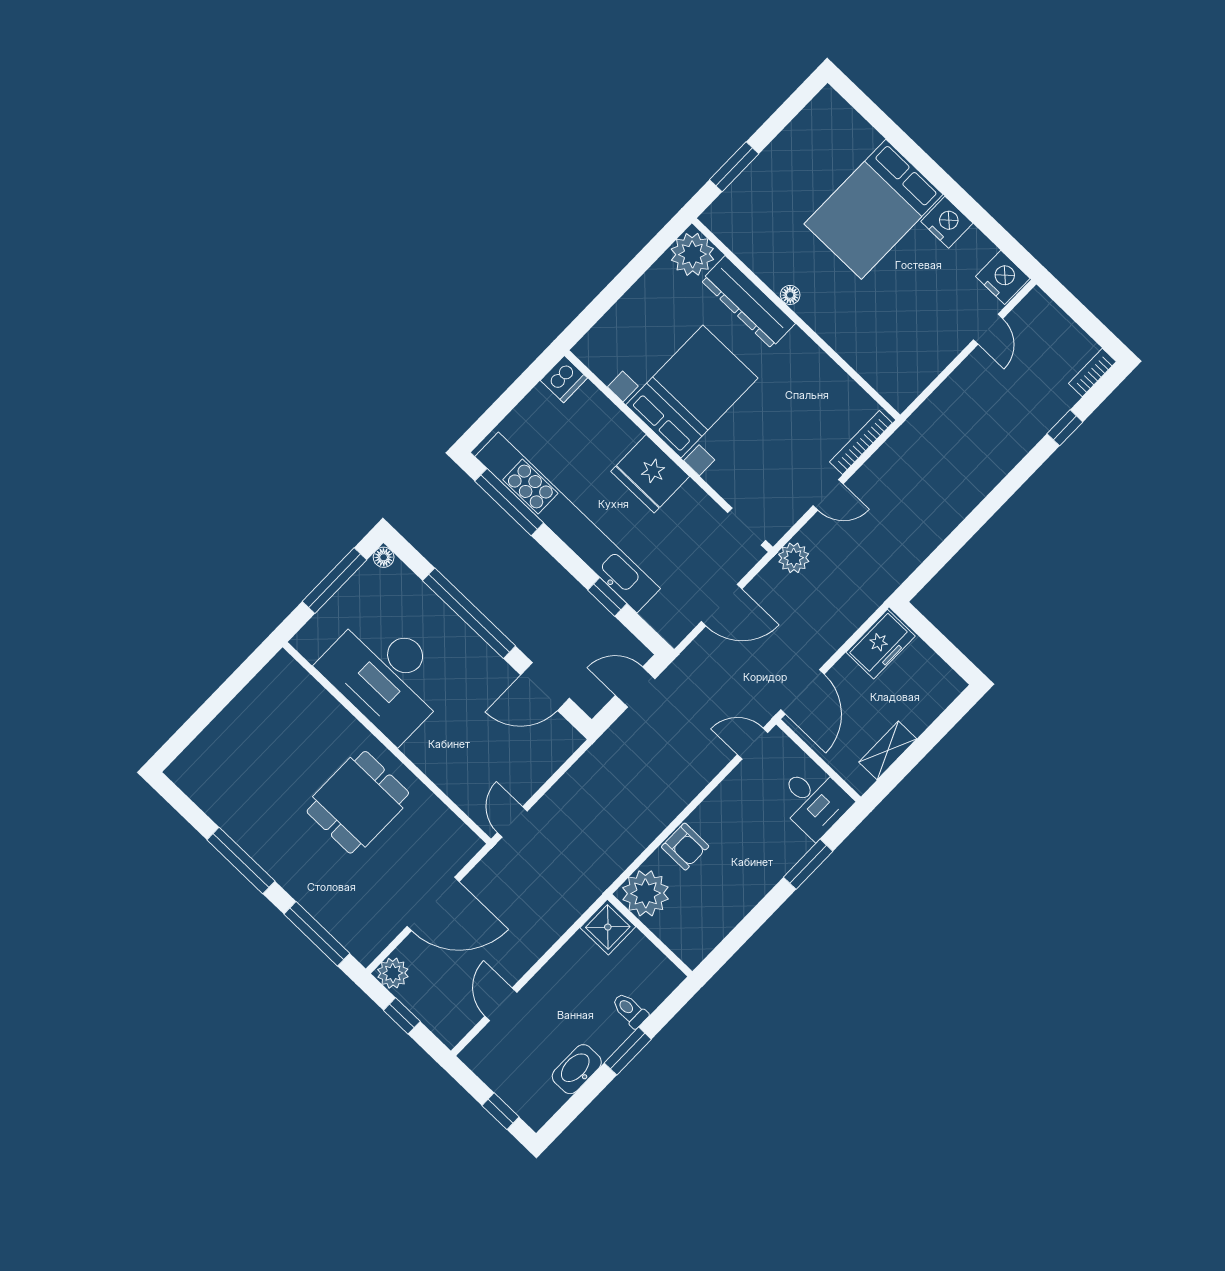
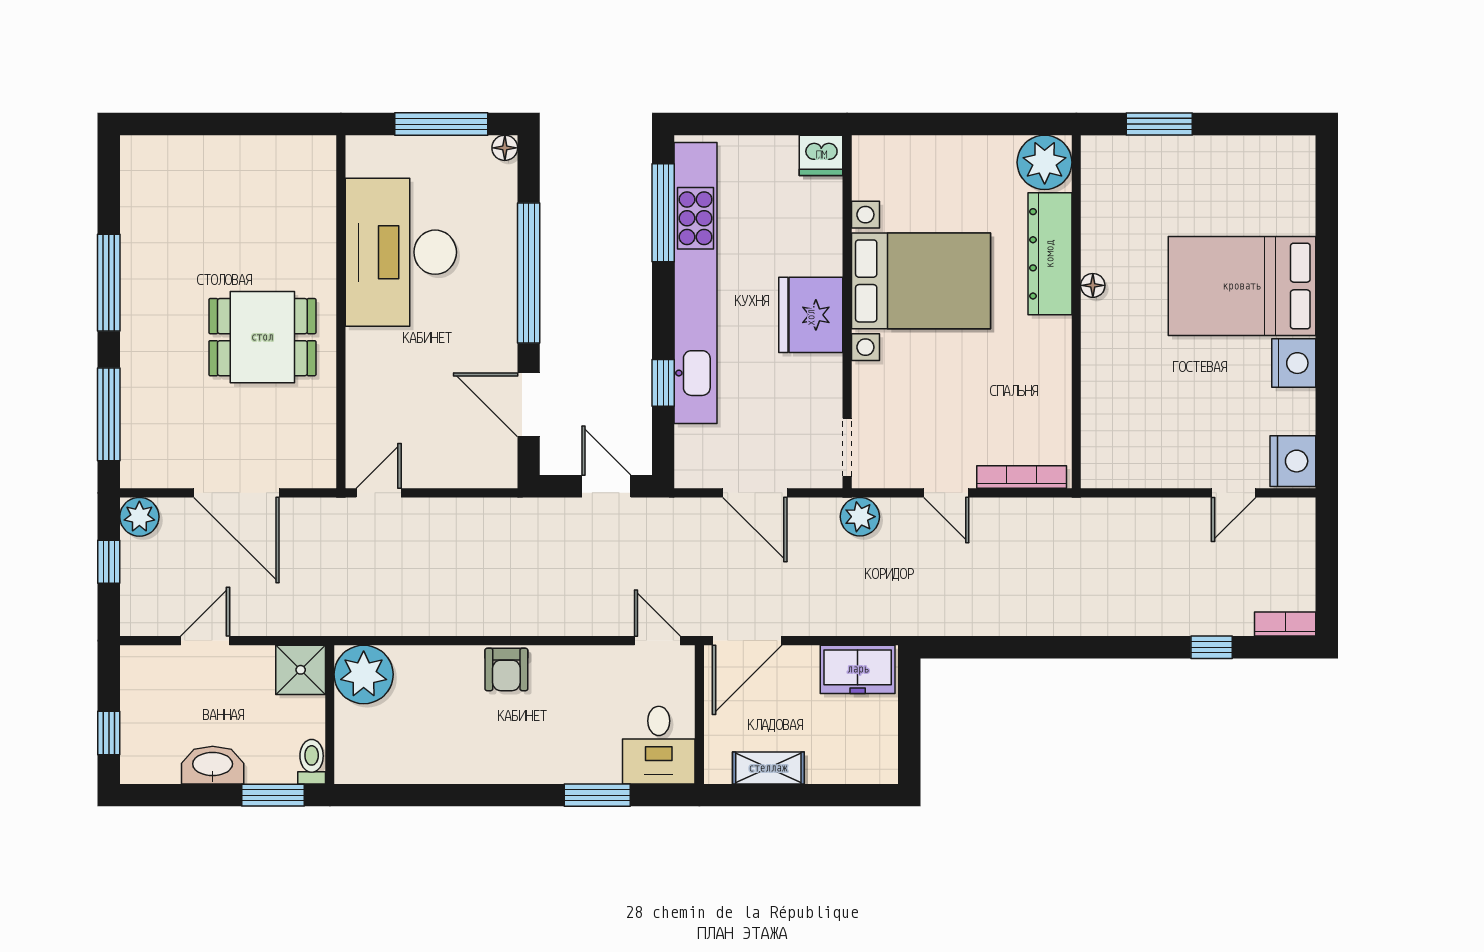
plant: (646, 893) -> (364, 674), moved
shower: (608, 927) -> (301, 670), moved
wall: (650, 935) -> (330, 715), moved

